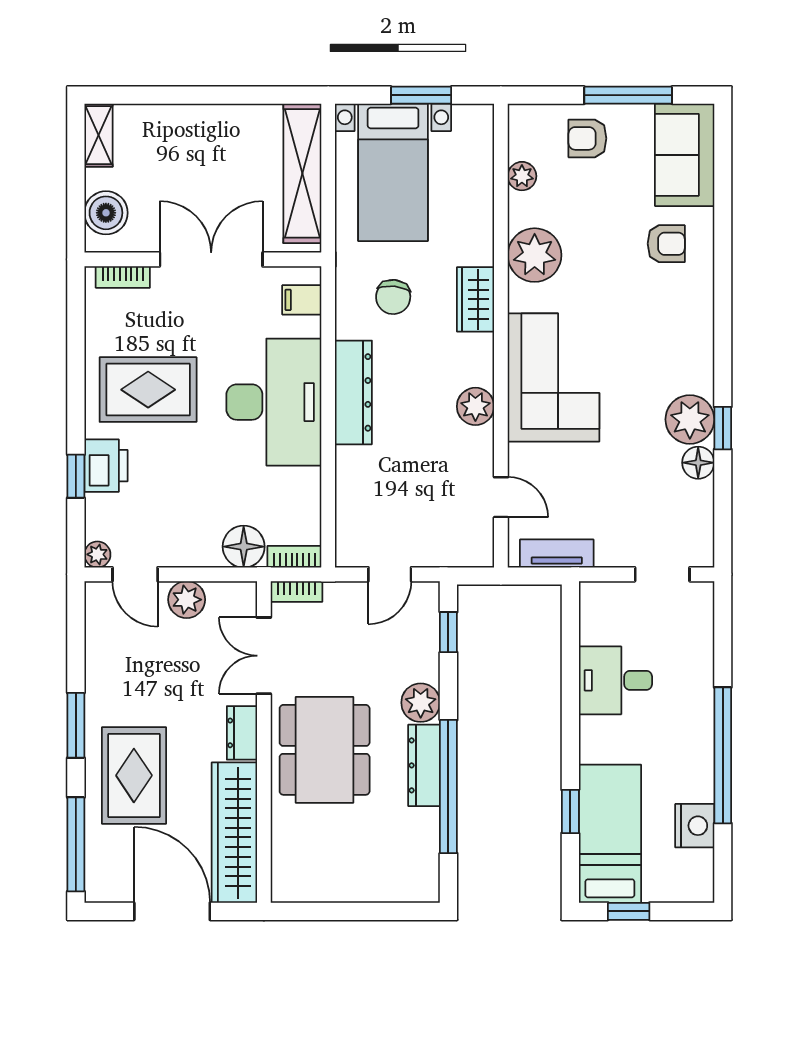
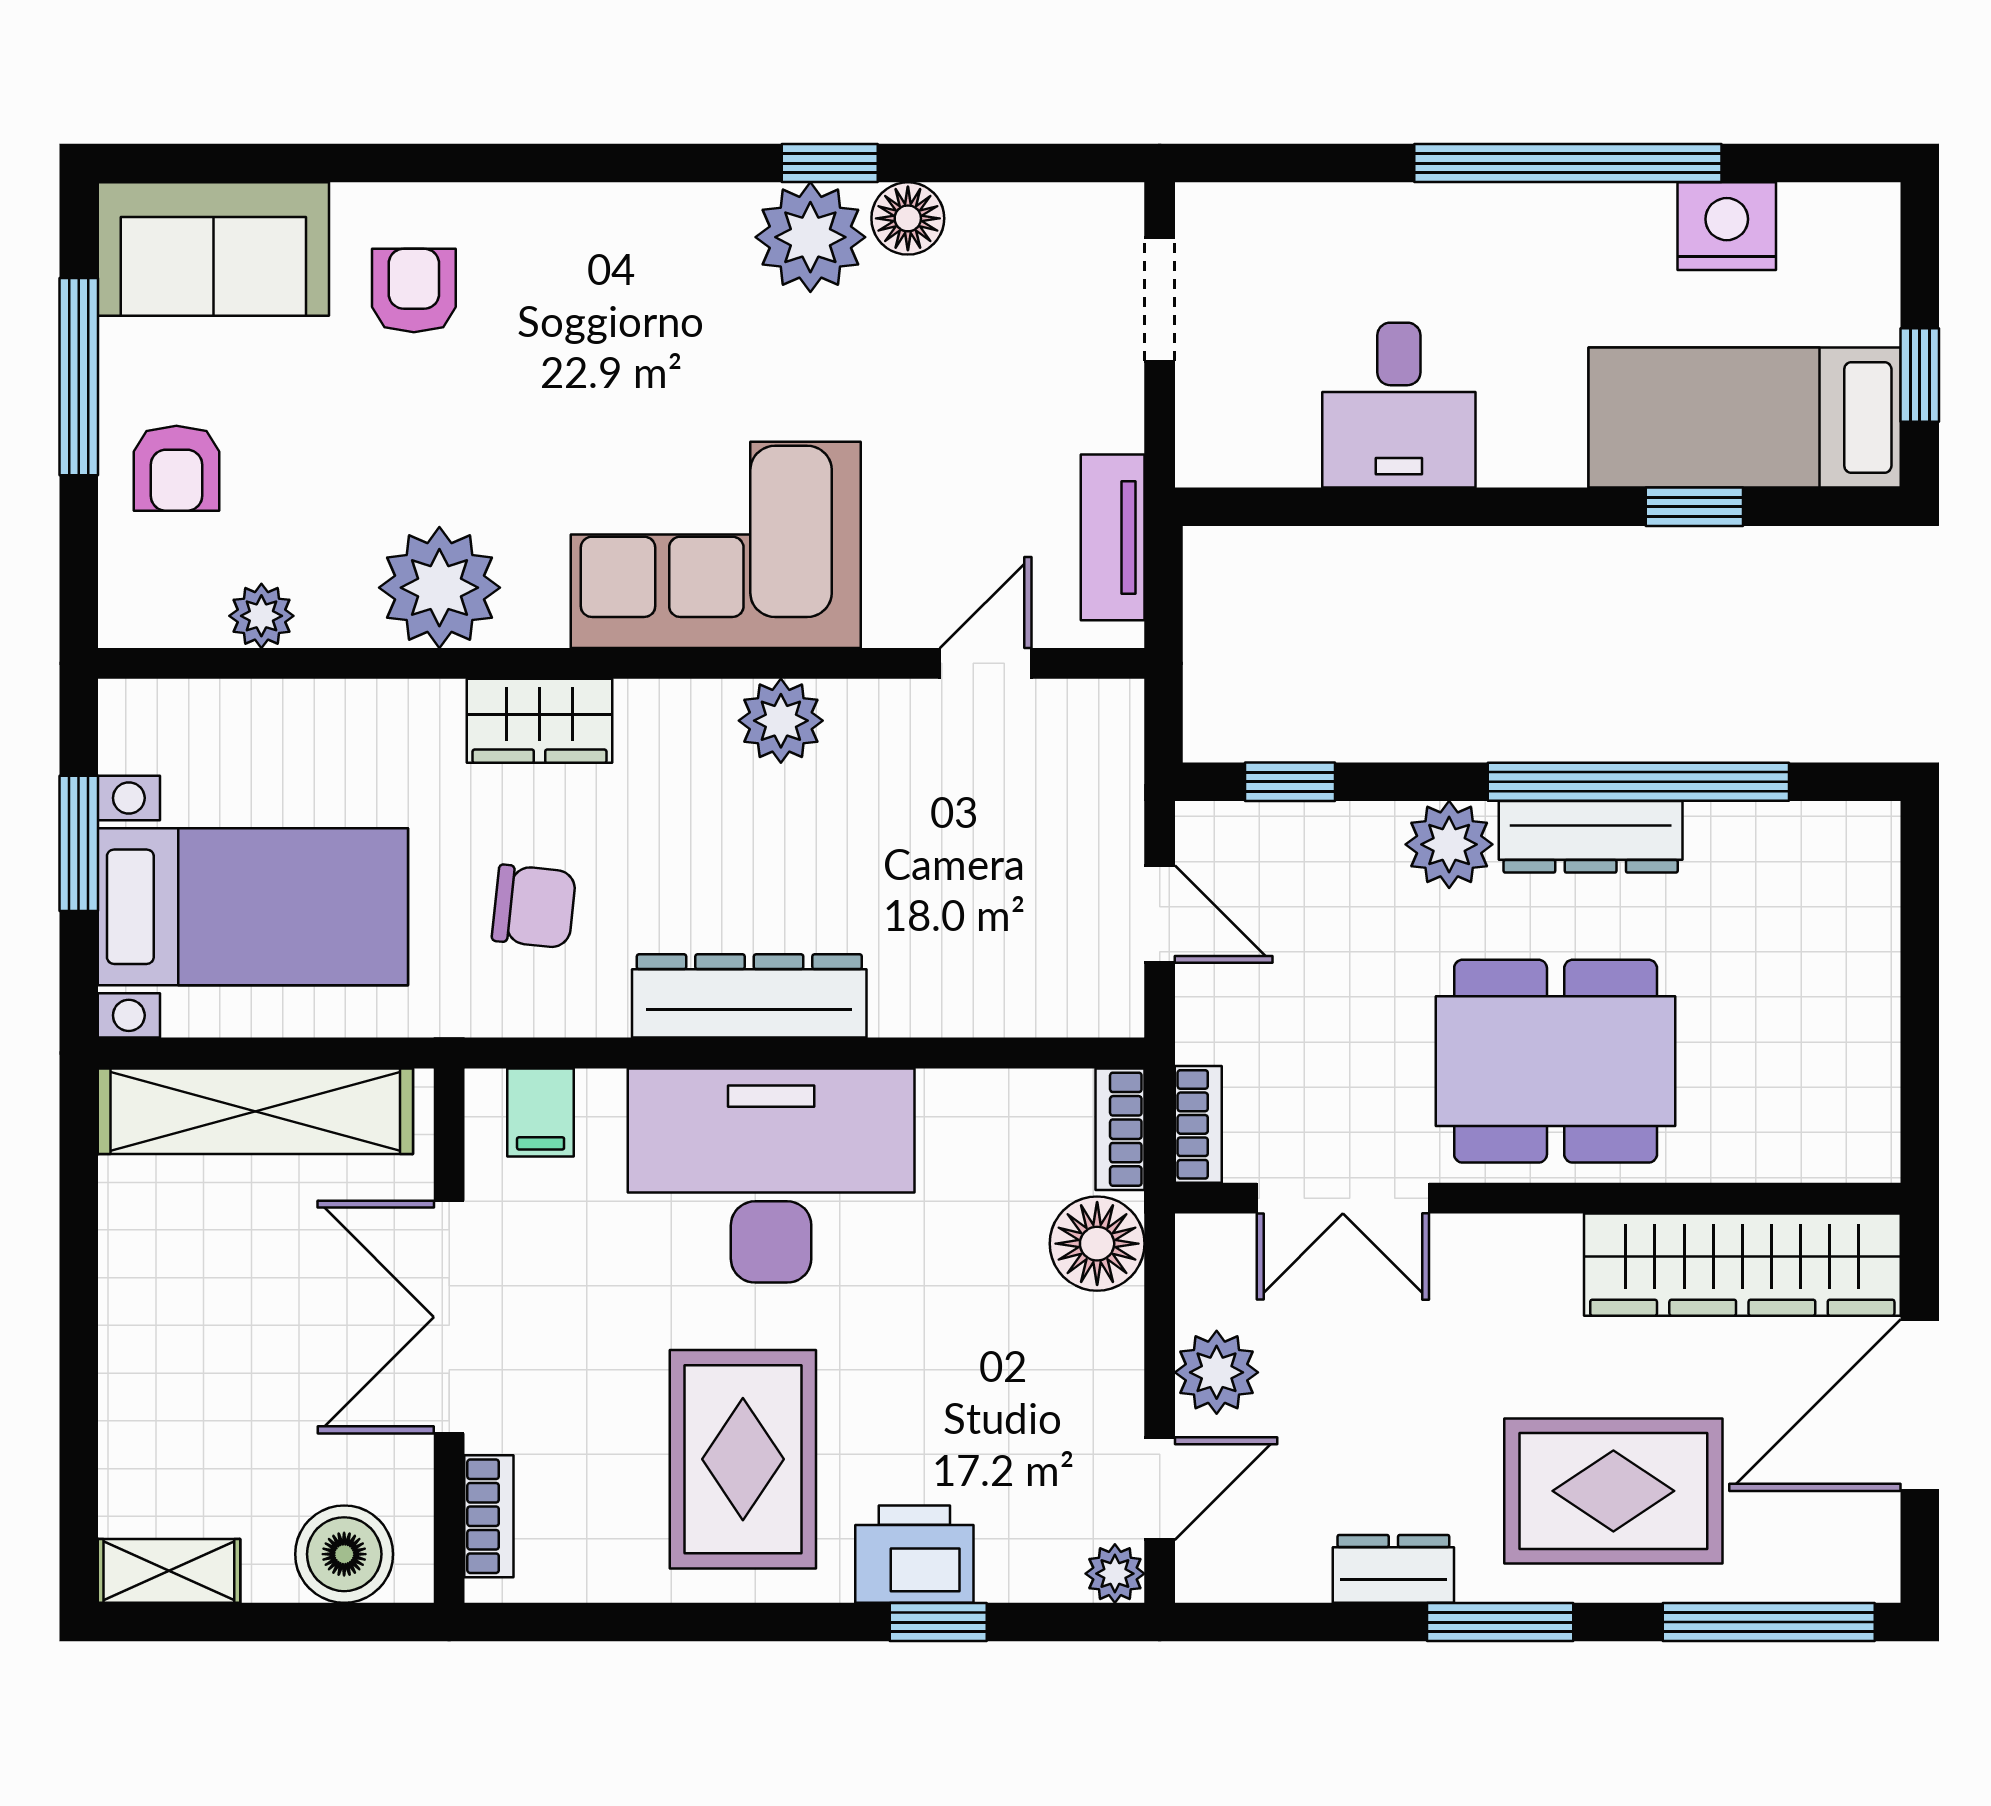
dresser: (242, 733) -> (1393, 1569), moved, turned 180

